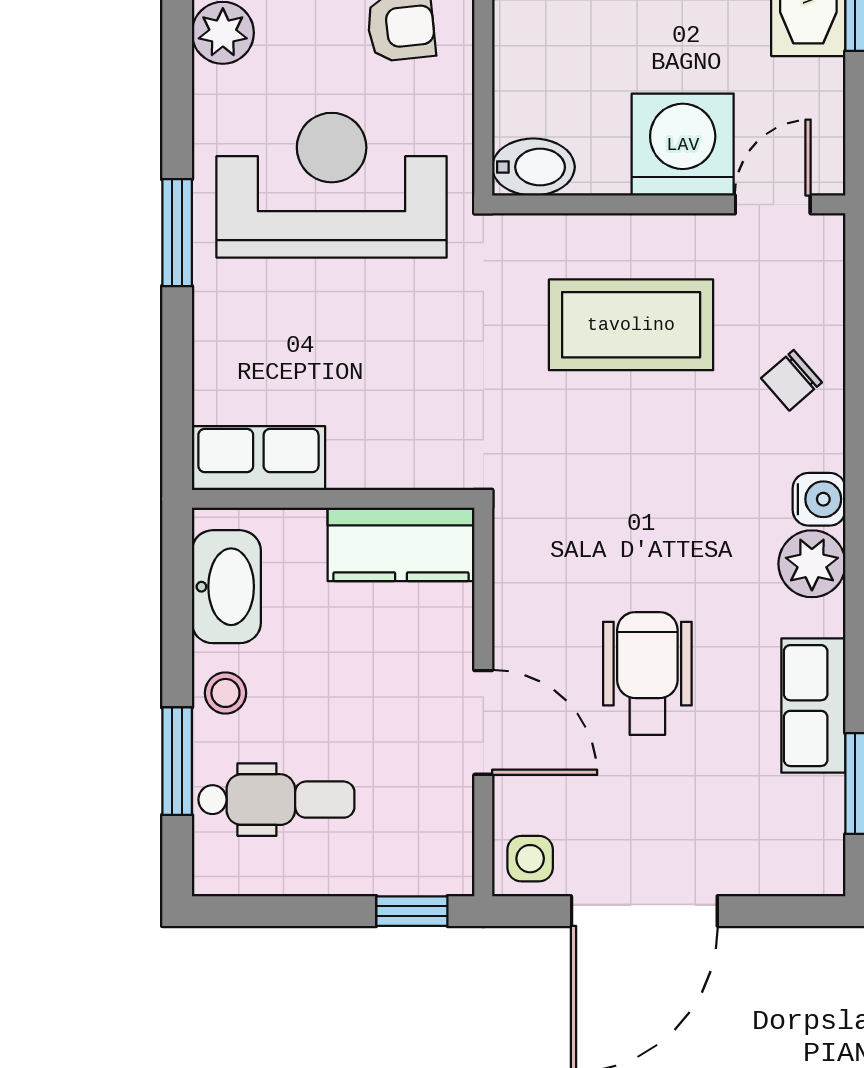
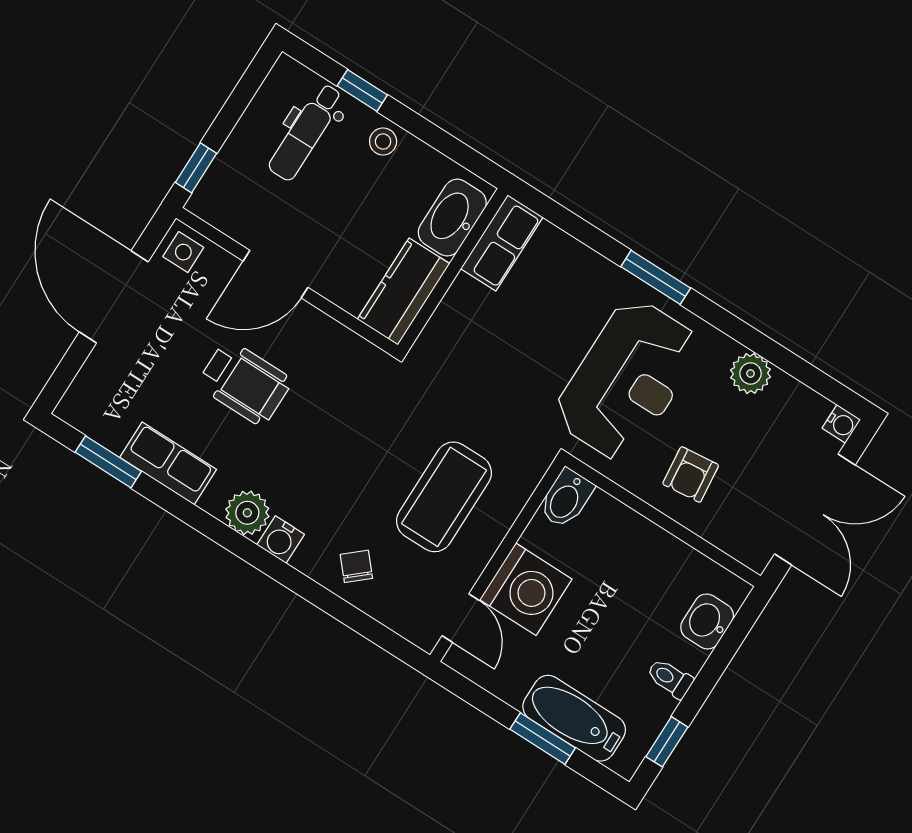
washbasin: (226, 587) -> (452, 218), moved, turned 90
window: (177, 761) -> (362, 90), width x0.67

